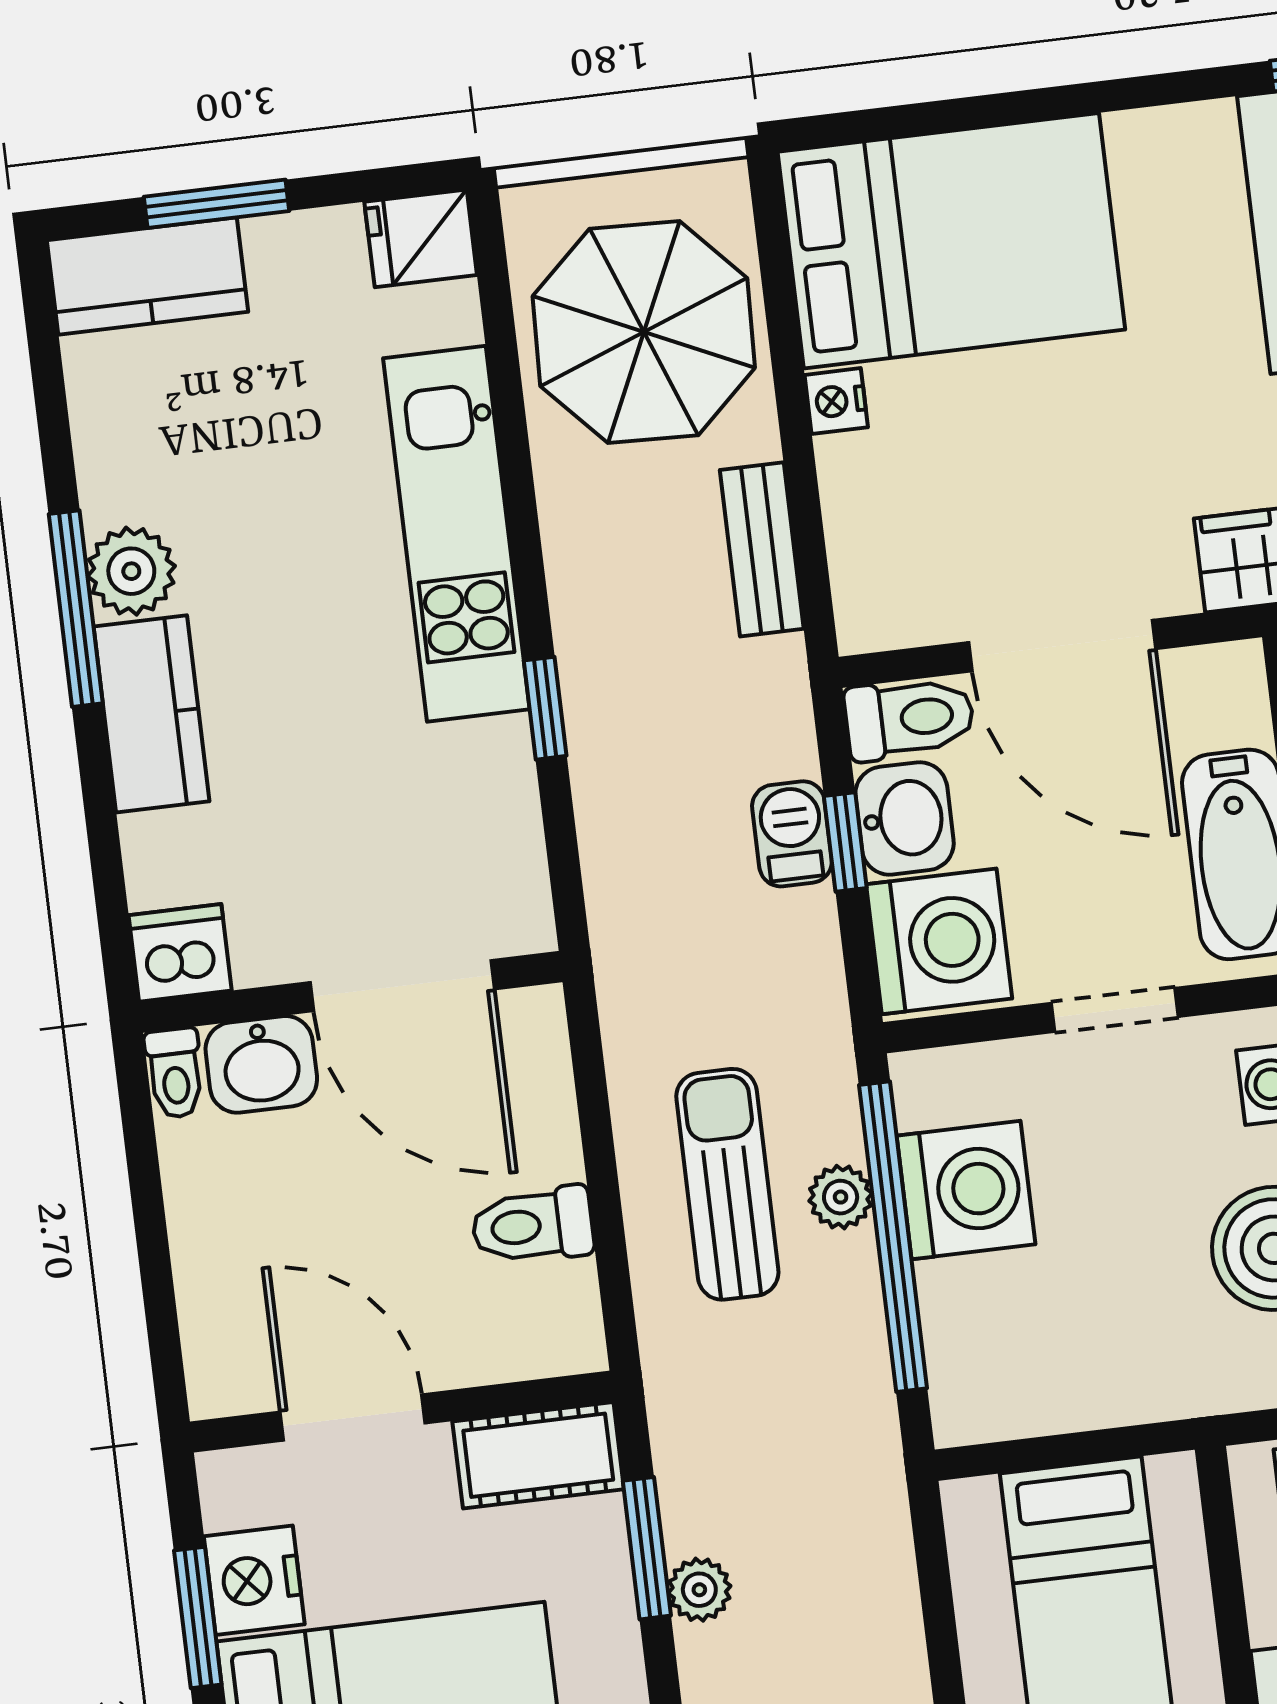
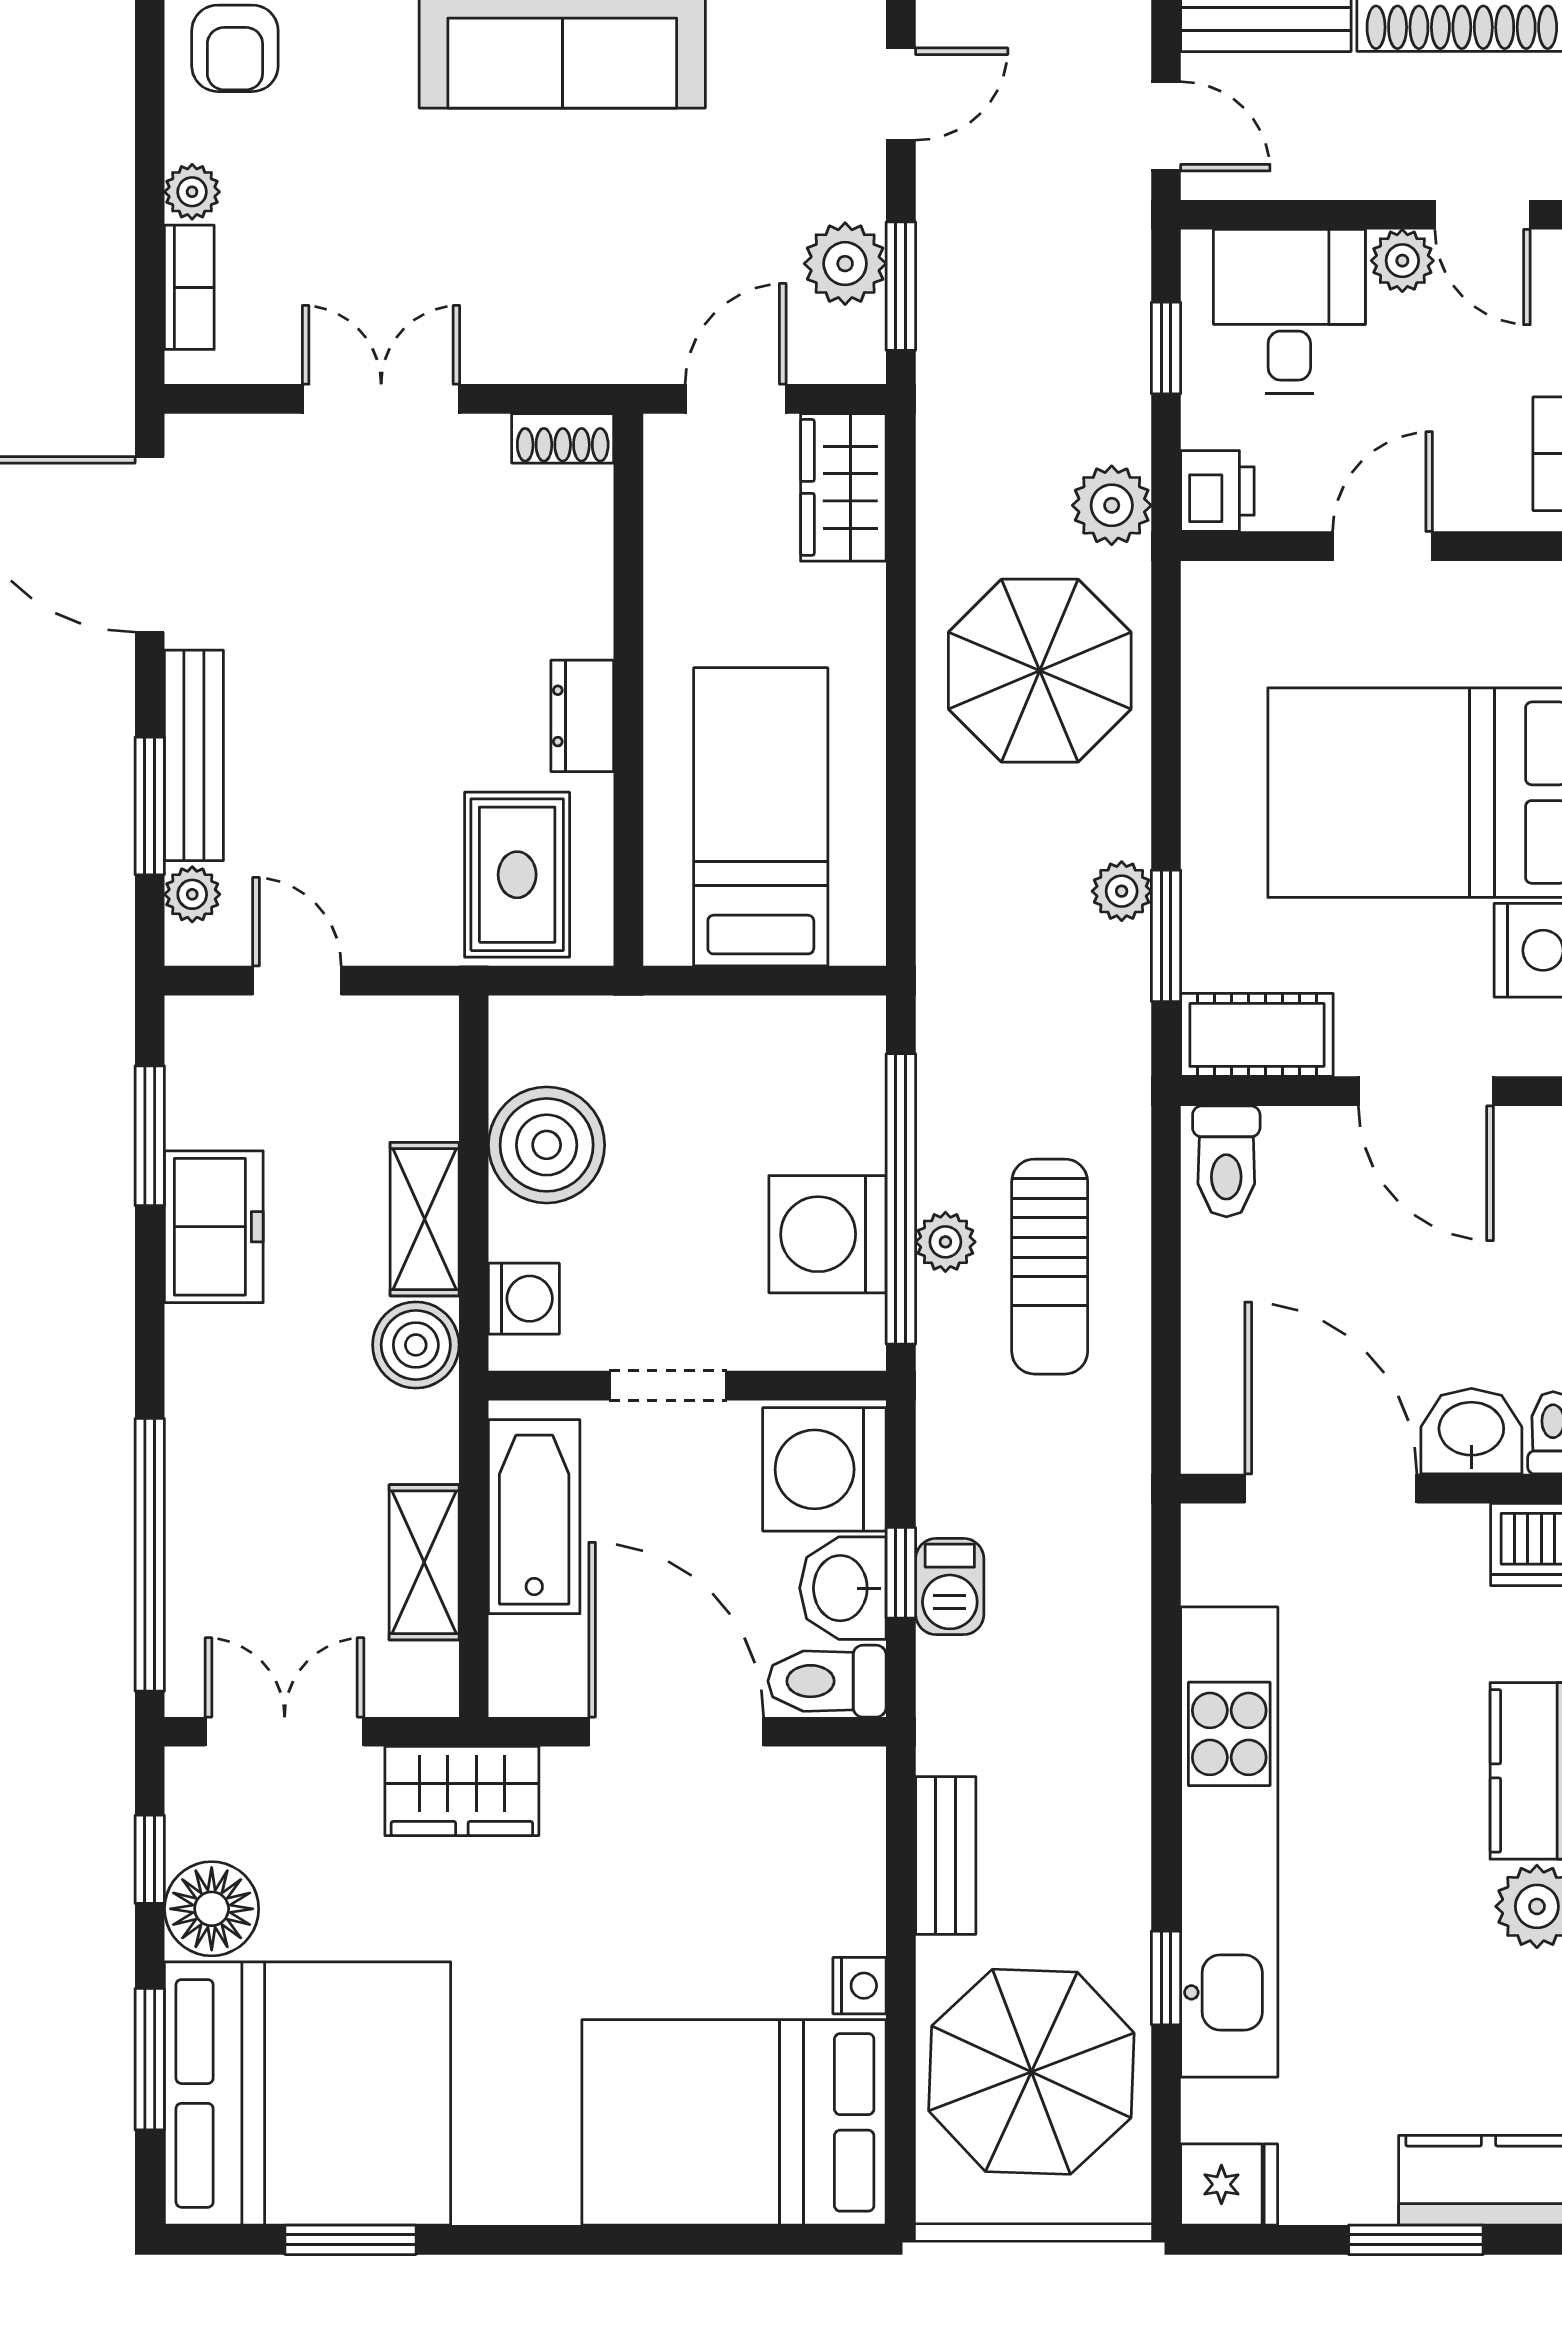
kitchen unit: (456, 534) -> (1229, 1842), width x1.36
window: (545, 708) -> (1166, 1978), moved
toilet: (533, 1225) -> (1226, 1161), moved, turned 90

